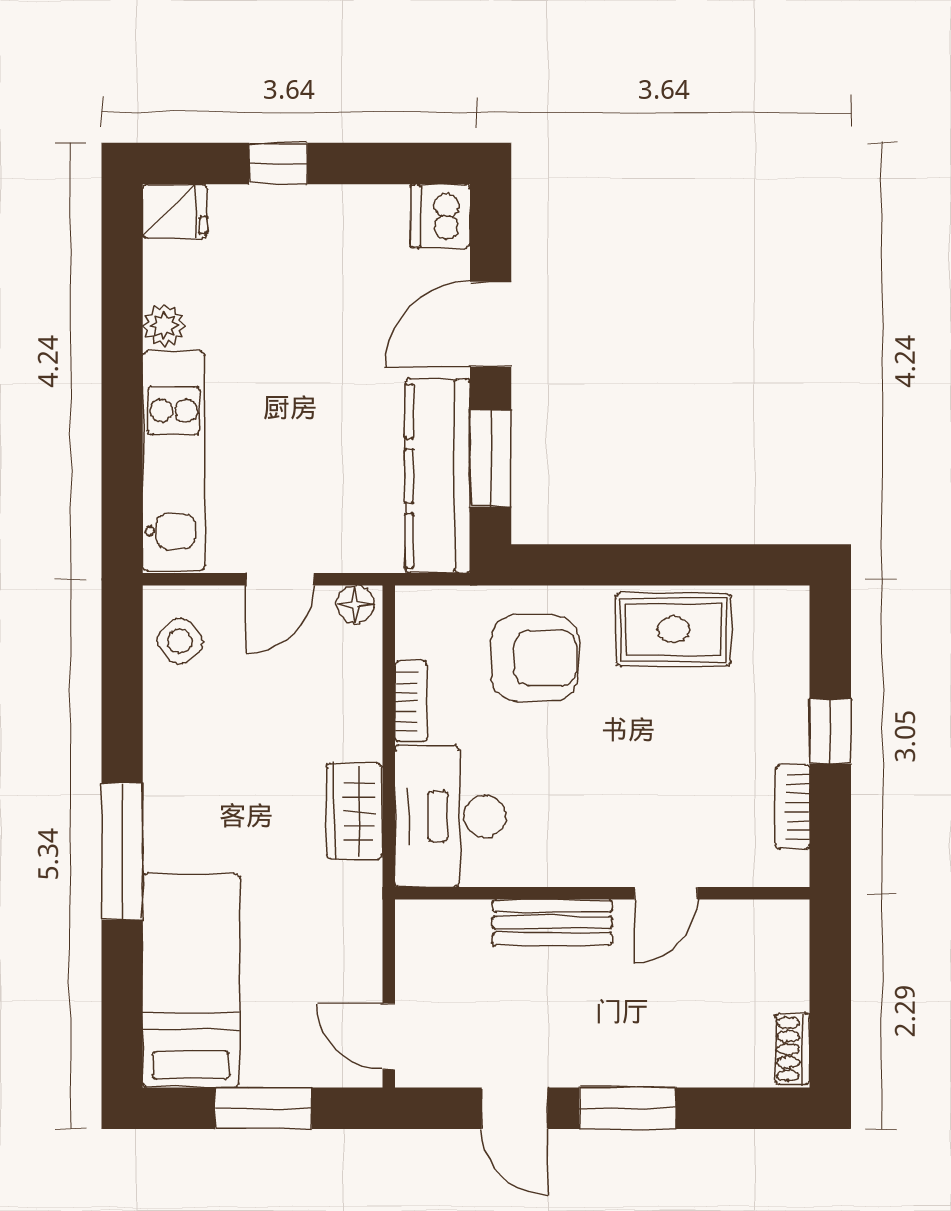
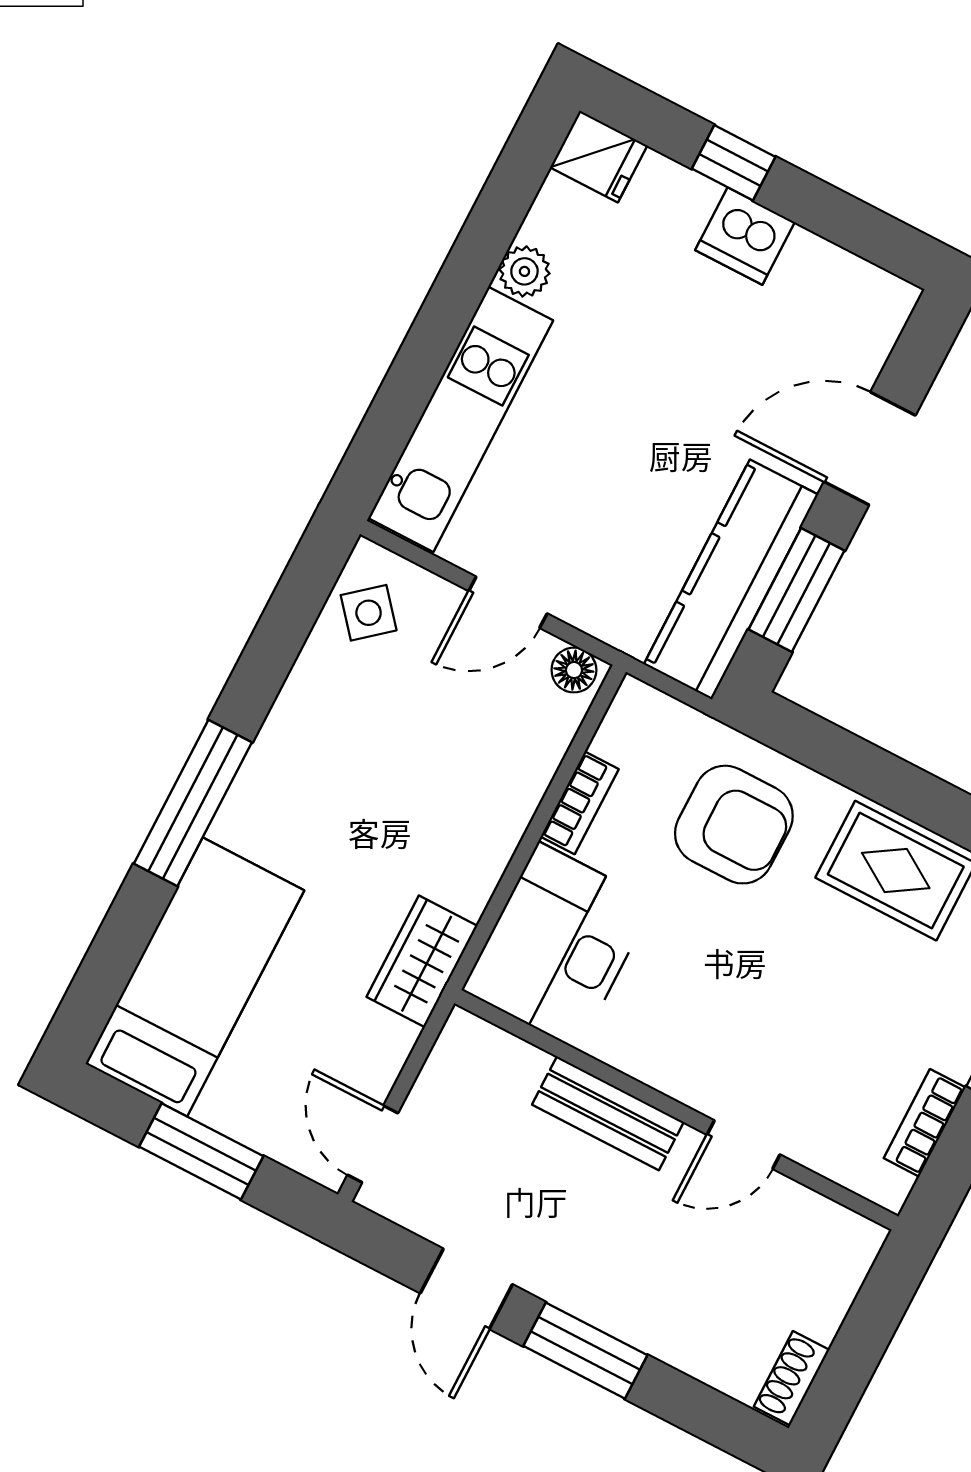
dishwasher: (440, 216) -> (745, 236), moved, turned -90
wardrobe: (355, 811) -> (422, 961), moved

